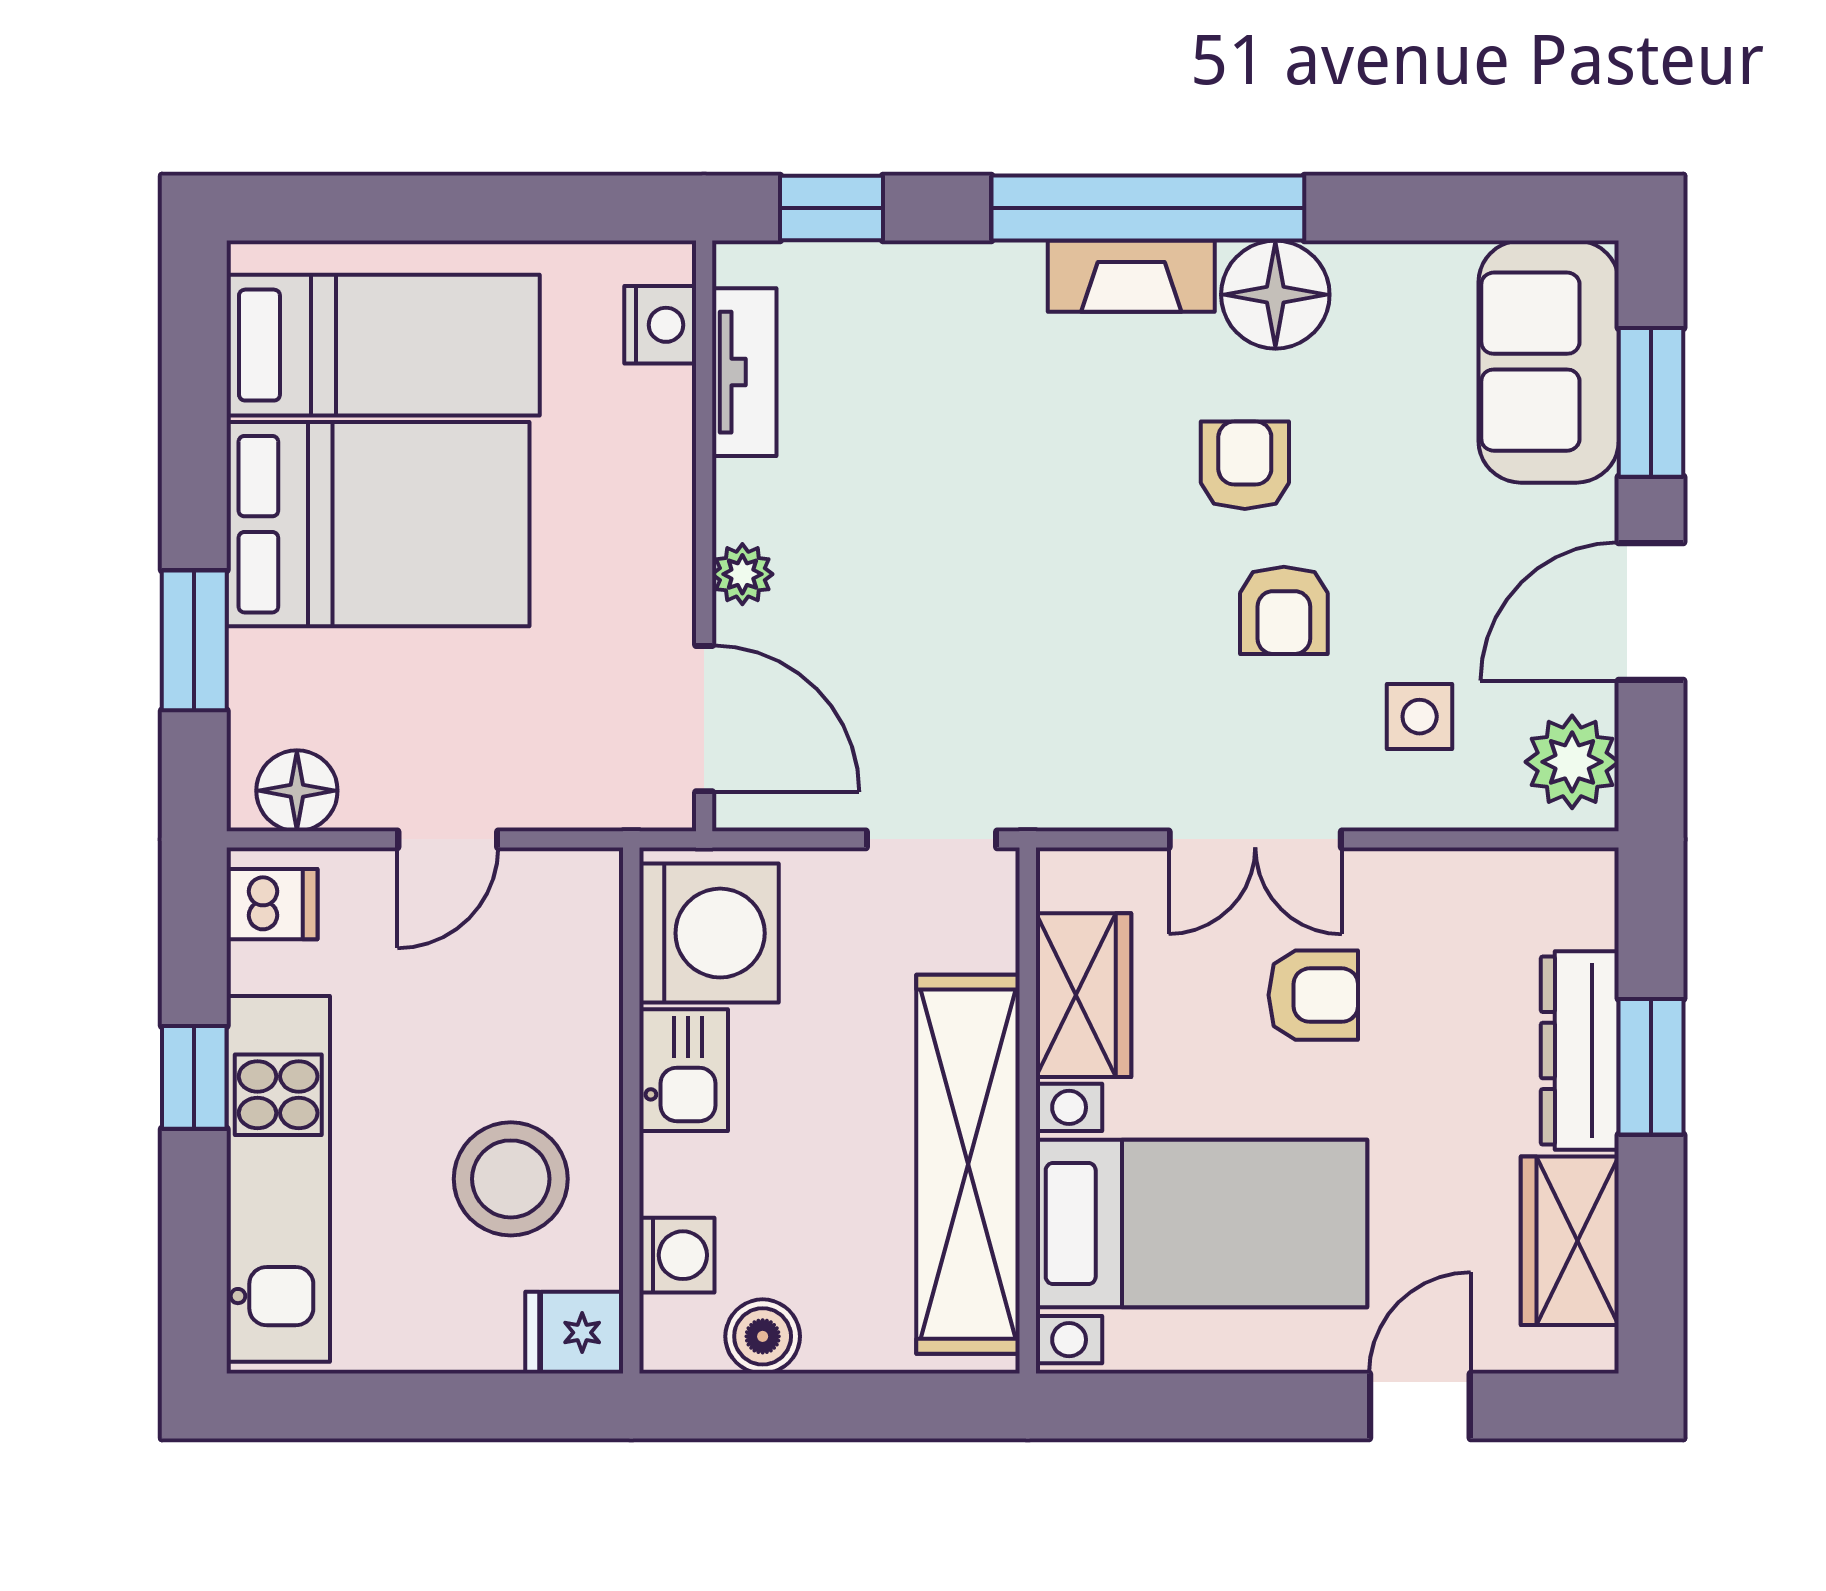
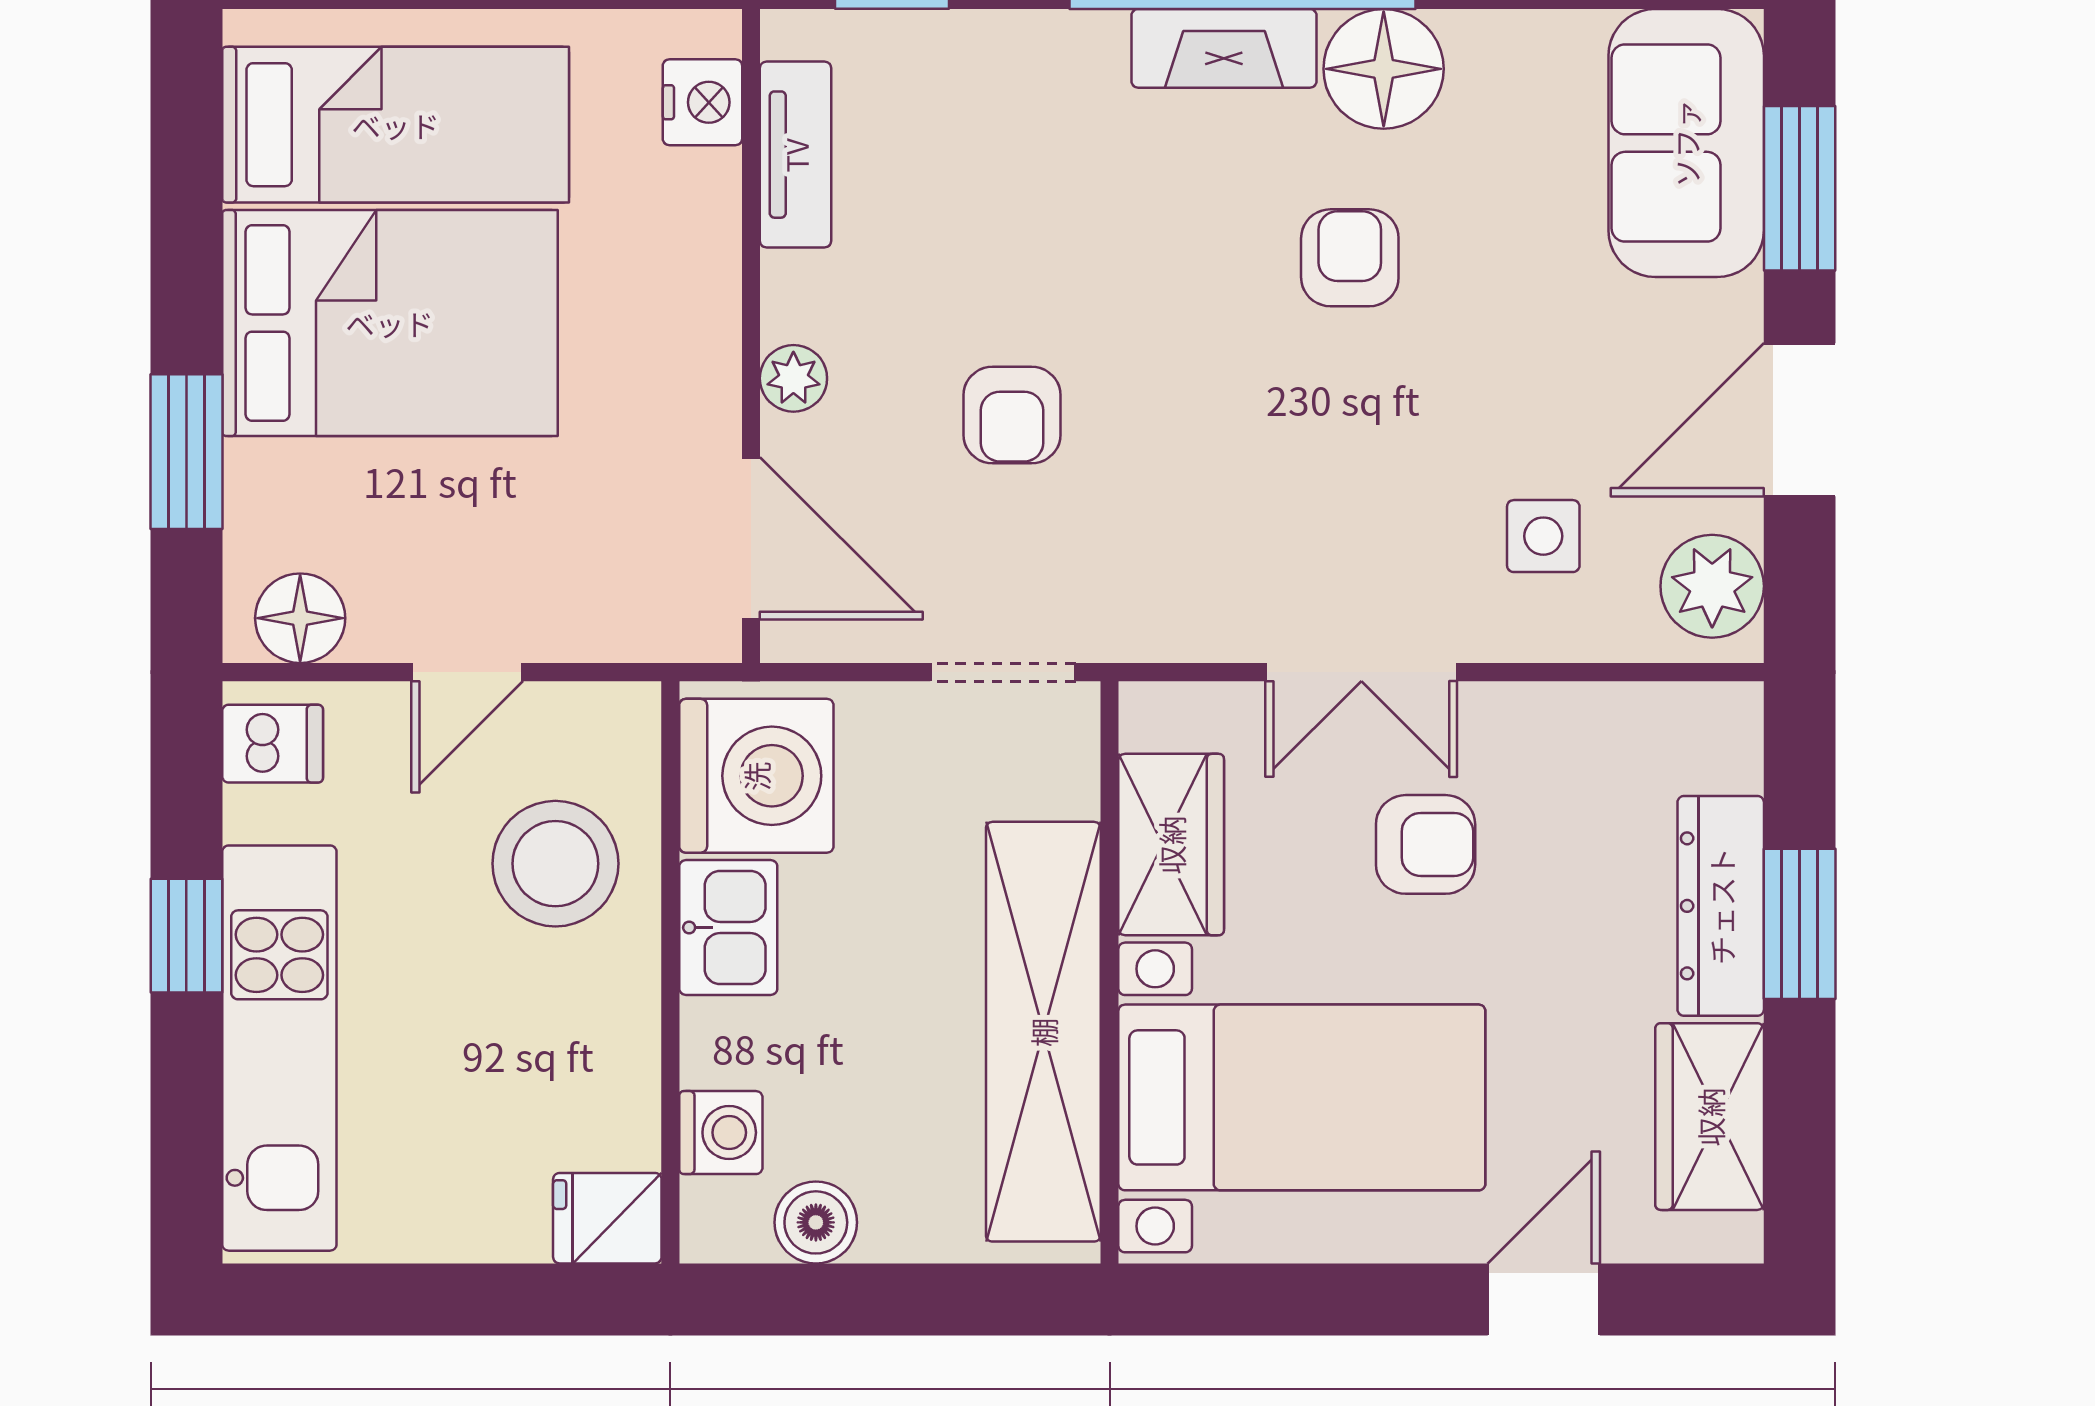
armchair: (1284, 610) -> (1012, 415), moved
stool: (511, 1179) -> (555, 864), moved

